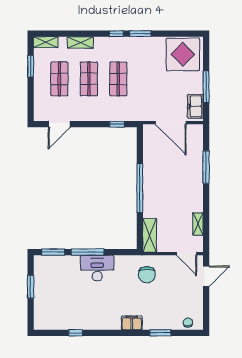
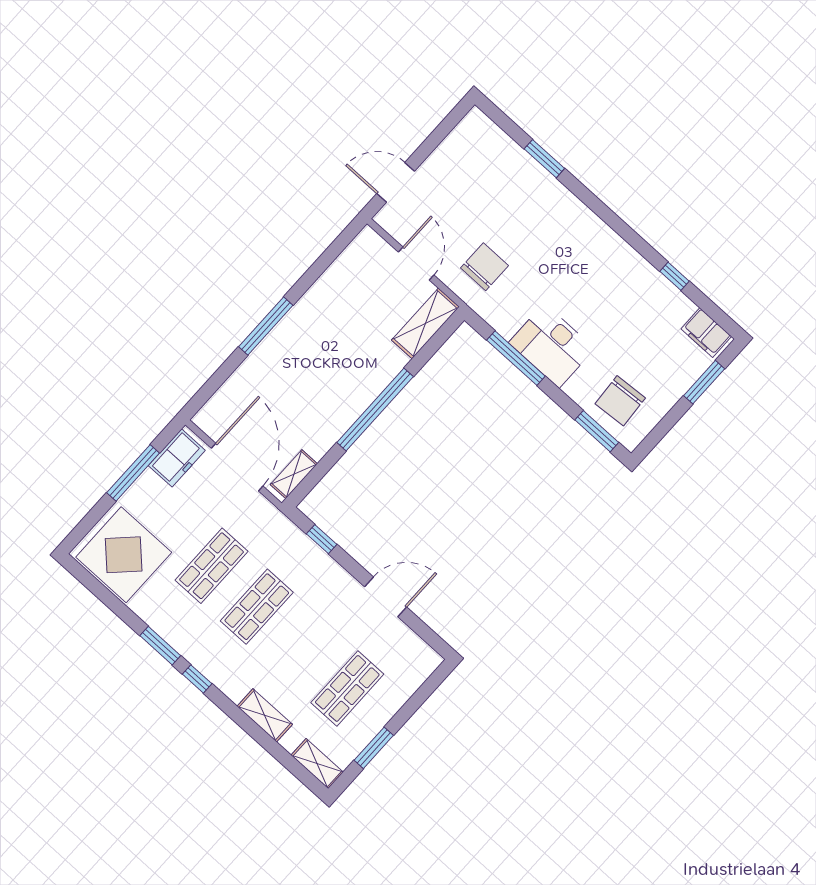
shop shelf: (89, 79) -> (212, 566), moved
door: (59, 124) -> (386, 597), moved
window: (206, 167) -> (266, 326), moved
shelving: (198, 224) -> (294, 474), moved
window: (88, 252) -> (516, 358), moved
door: (186, 254) -> (416, 264), moved
window: (31, 287) -> (704, 382), moved
filing cabinet: (132, 323) -> (706, 333), moved
chair: (188, 323) -> (620, 401), moved, width x1.87, depth x1.87

